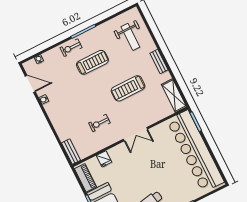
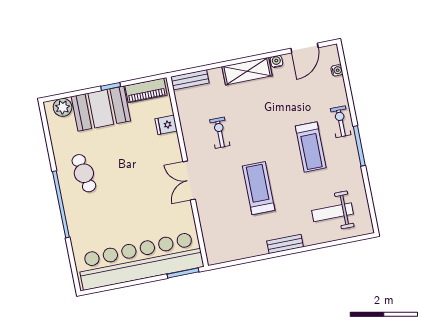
shelving: (174, 96) -> (247, 71), moved

